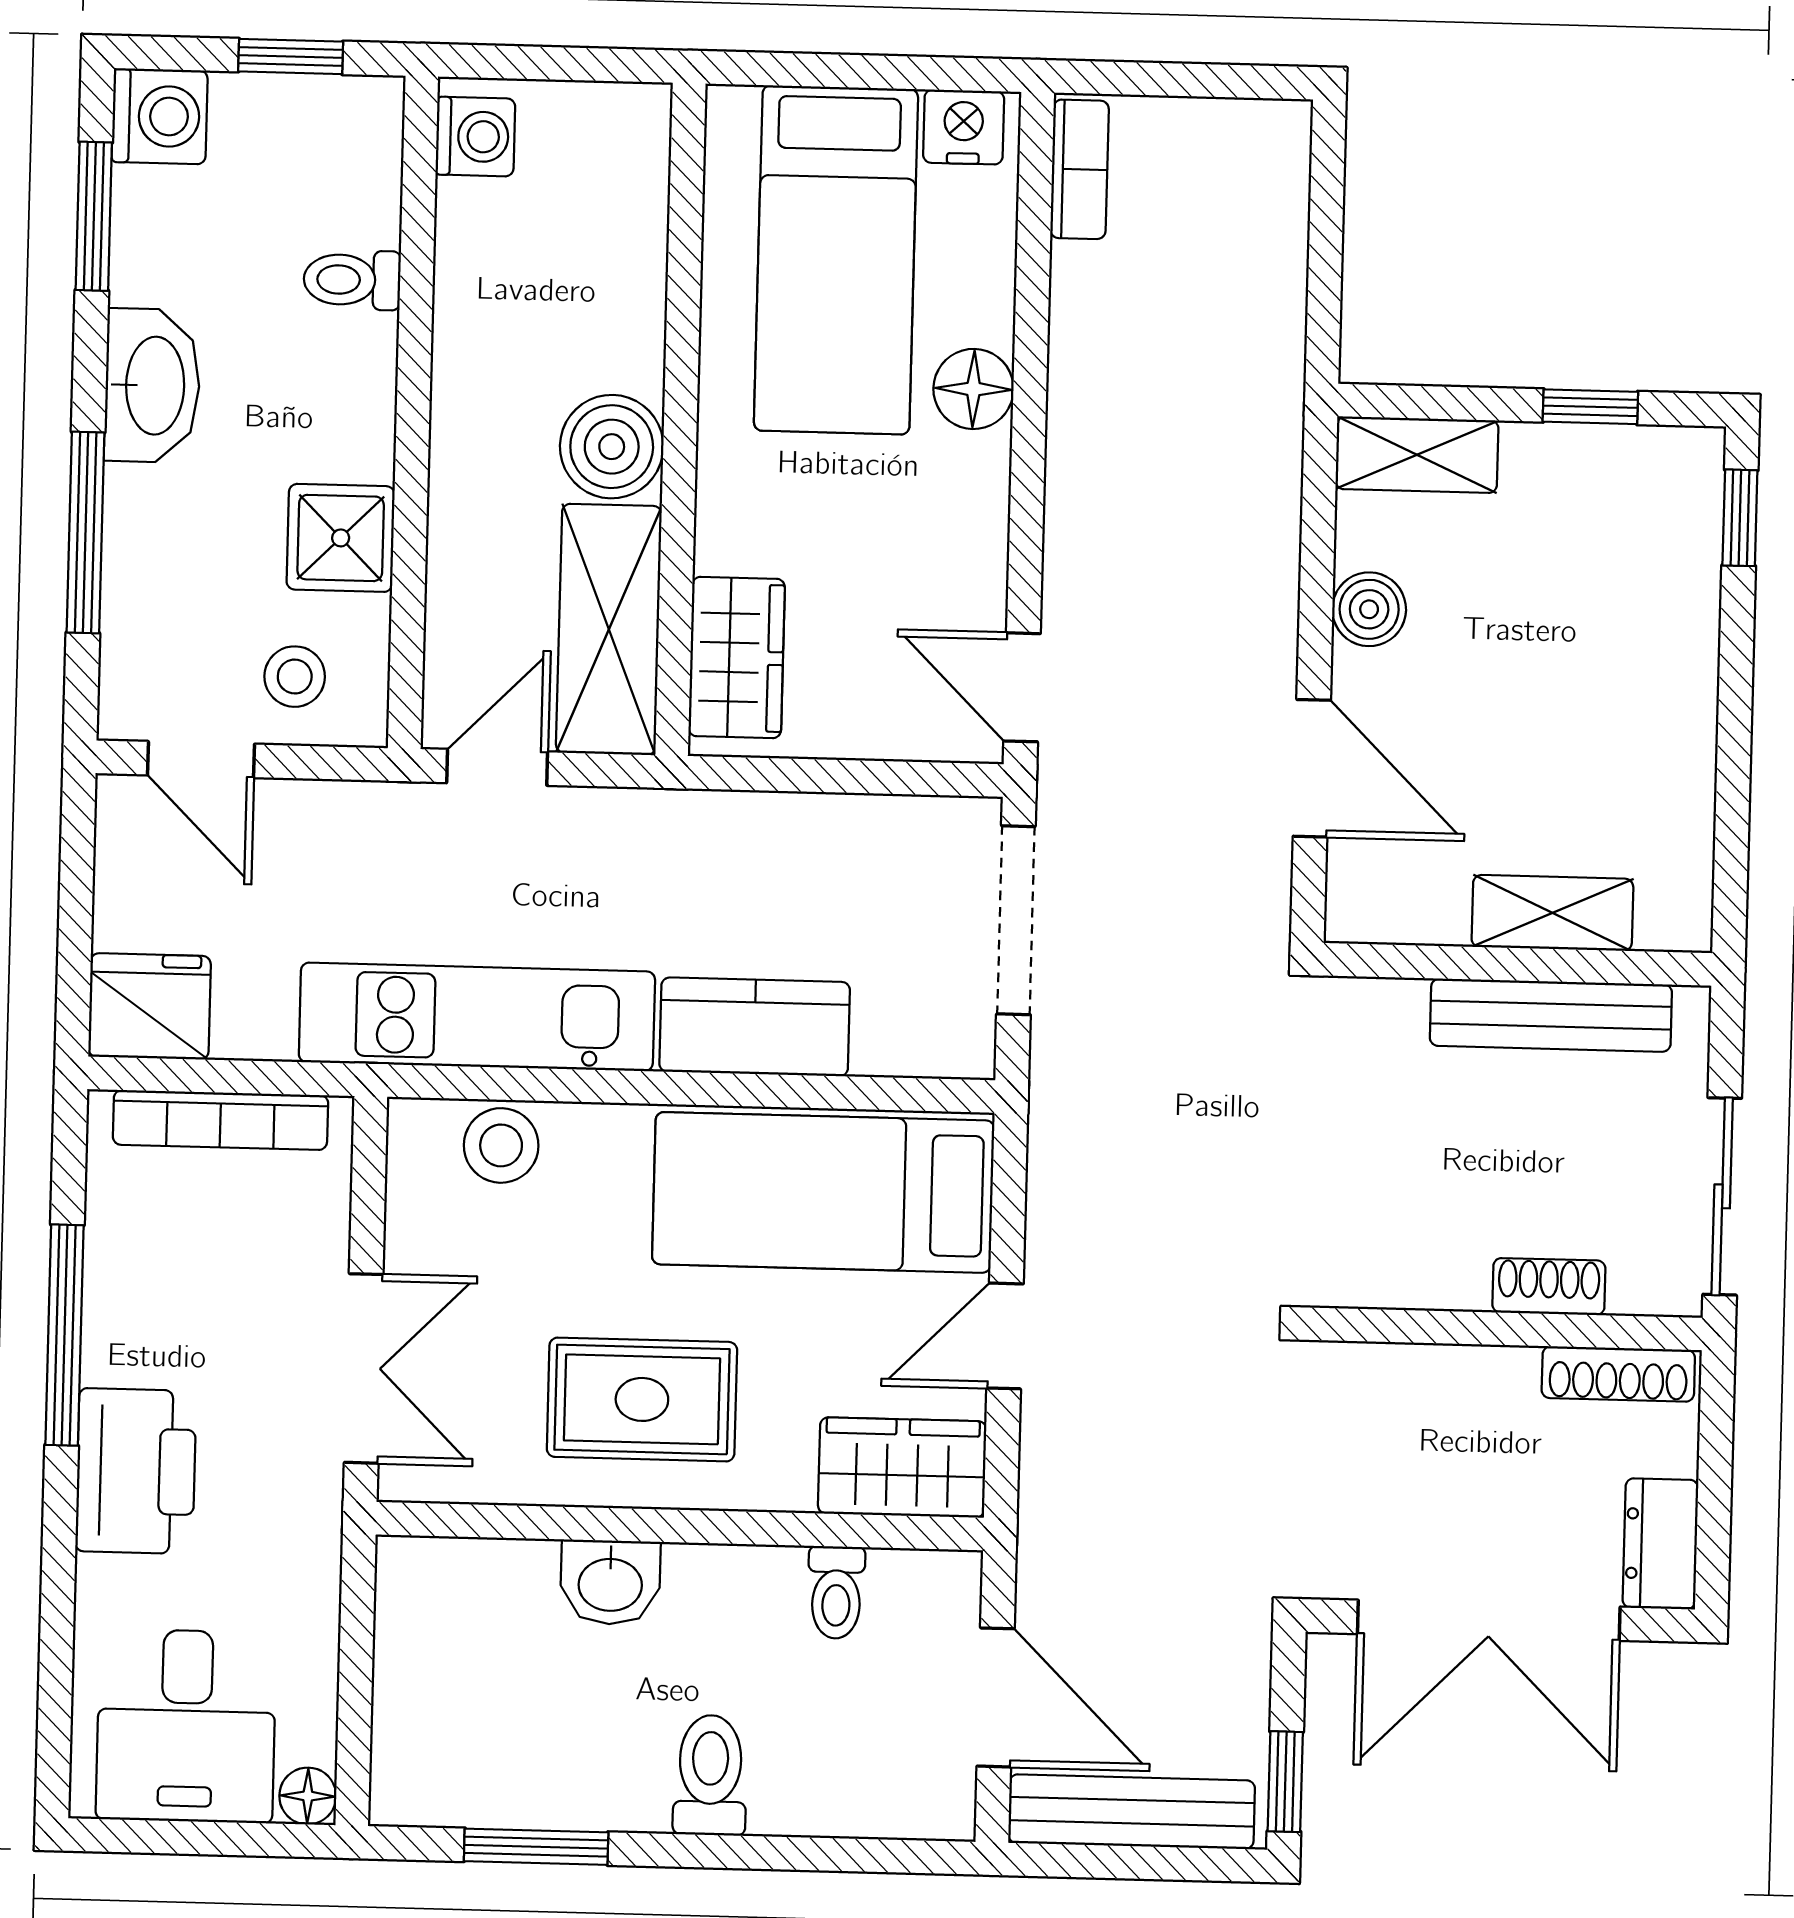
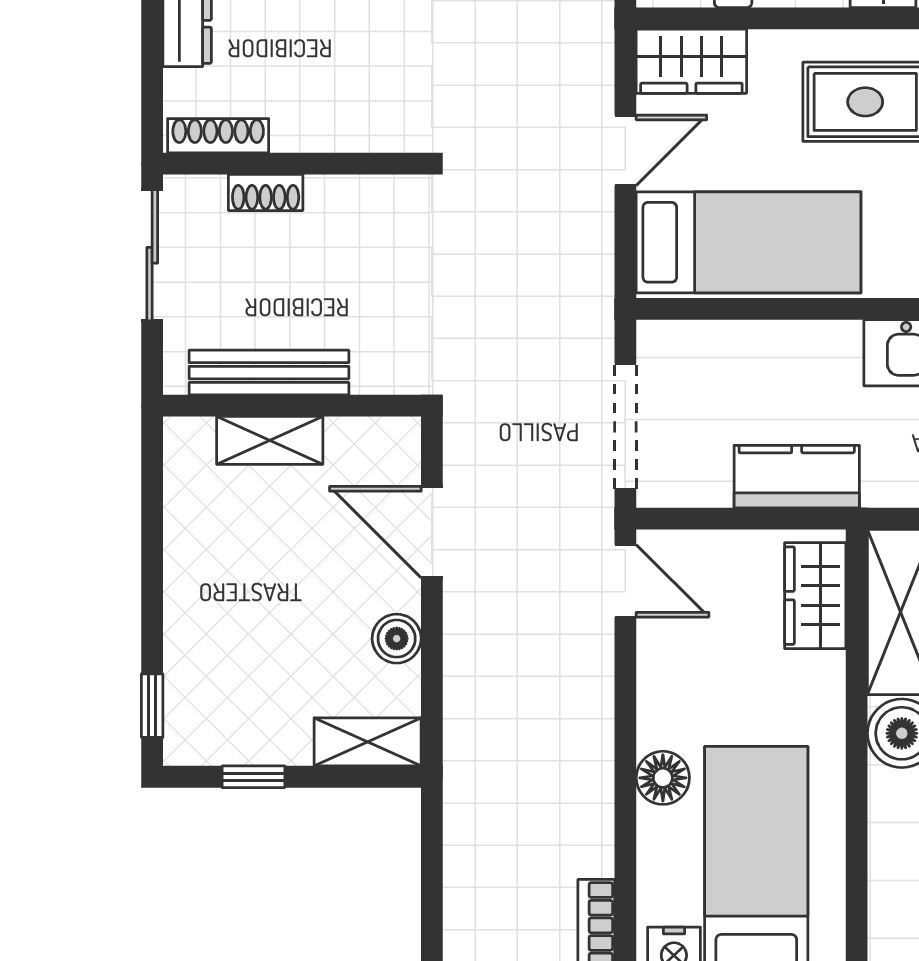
kitchen counter: (755, 1027) -> (797, 477), moved, turned 180

